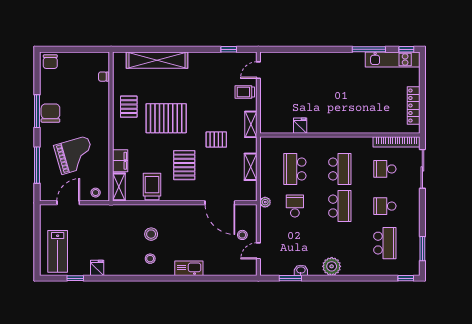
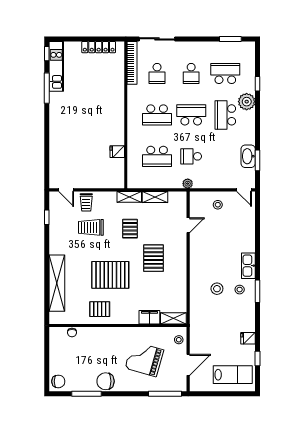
window: (37, 111) -> (87, 394), moved
pallet: (166, 118) -> (110, 275), turned 90
shelving: (251, 124) -> (129, 197), moved
grand piano: (75, 155) -> (144, 359), turned -58
window: (37, 165) -> (165, 394), moved
pallet: (184, 165) -> (153, 258), turned 90
school desk: (340, 169) -> (157, 115), turned 180
trolley: (152, 187) -> (91, 227), moved
door: (68, 203) -> (188, 365), swing flipped
door: (220, 203) -> (188, 225), width x0.53
school desk: (340, 243) -> (225, 115), added
door: (258, 251) -> (244, 190), moved
plant: (332, 266) -> (247, 102), moved
kitchen sink: (189, 268) -> (248, 266), moved
washbasin: (301, 270) -> (248, 156), width x1.91, depth x1.45
window: (148, 278) -> (258, 291), added
window: (406, 278) -> (258, 84), moved

